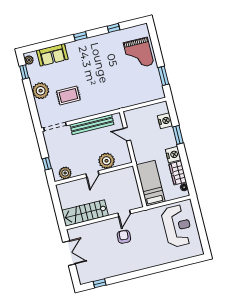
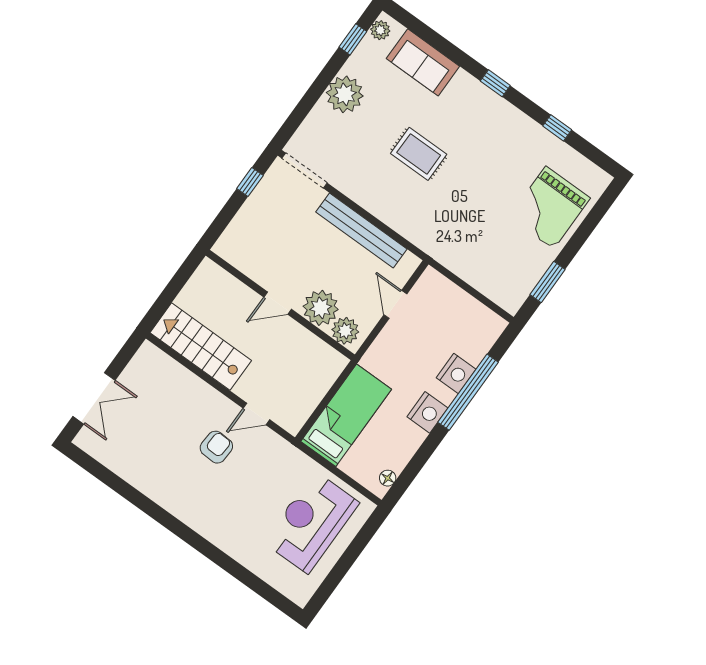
rug: (68, 95) -> (419, 154), moved
nightstand: (165, 121) -> (456, 373), moved
window: (178, 135) -> (468, 392), width x2.11
window: (47, 164) -> (250, 182), moved
plant: (65, 173) -> (345, 331), moved
wardrobe: (178, 173) -> (403, 447), removed
reception desk: (177, 226) -> (311, 522), turned 180
double door: (69, 253) -> (94, 398), moved
window: (100, 283) -> (102, 473), removed

